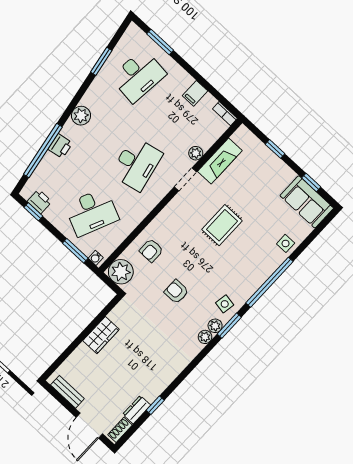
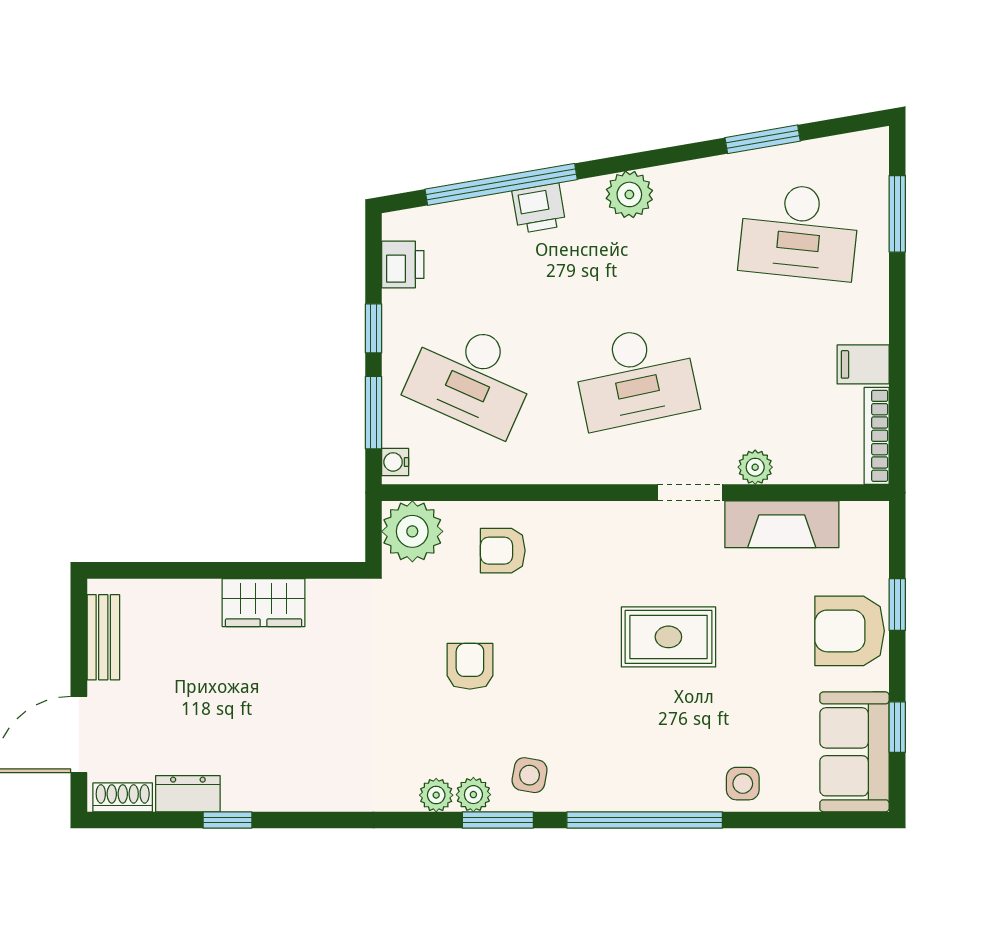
bookcase: (225, 114) -> (877, 436), width x1.56
armchair: (270, 170) -> (850, 631), added
window: (33, 212) -> (373, 328), moved

